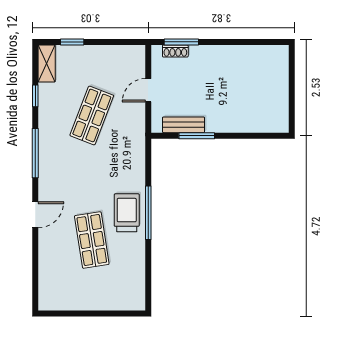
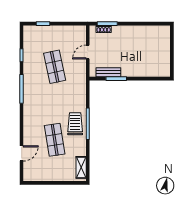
shelving: (47, 63) -> (81, 167), moved
shop shelf: (92, 115) -> (55, 67), turned -33
door: (35, 215) -> (22, 153), moved

